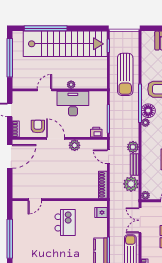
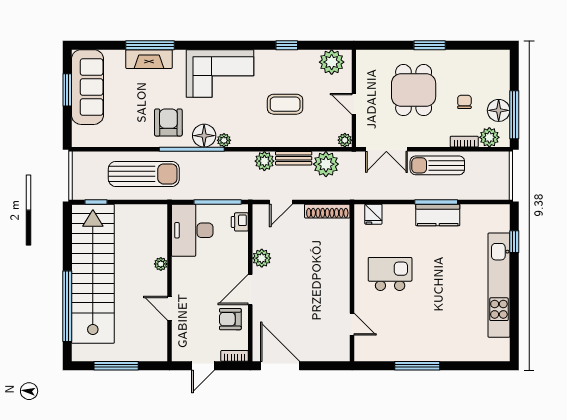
window: (10, 58) -> (116, 366), width x0.68
desk: (73, 104) -> (192, 230), moved
window: (10, 239) -> (417, 366), width x0.68

